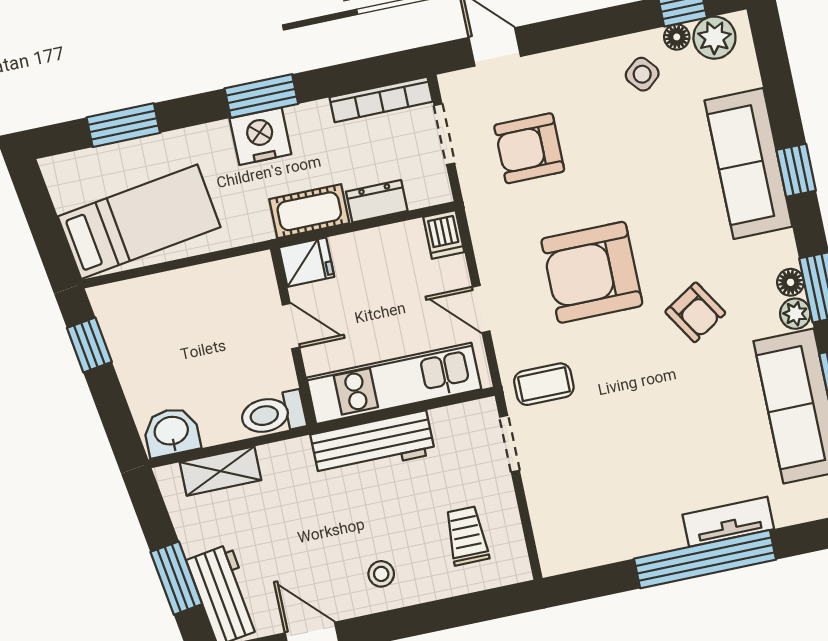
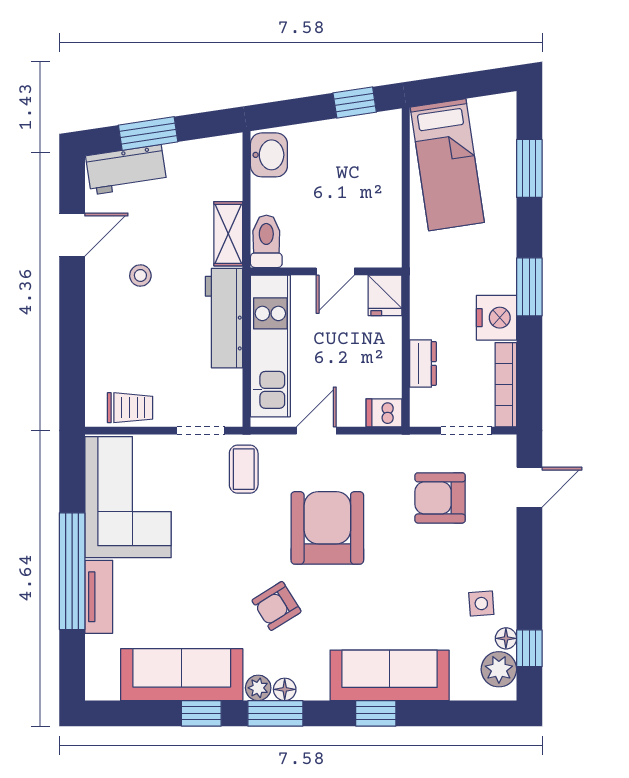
side table: (642, 74) -> (481, 604), turned 36
nightstand: (260, 136) -> (497, 318), moved
armchair: (529, 148) -> (440, 498), turned -90
cot: (309, 211) -> (426, 306), removed
shelving: (221, 471) -> (228, 234), moved
corner sofa: (605, 512) -> (128, 497), added
trolley: (467, 536) -> (130, 408), moved
stool: (381, 574) -> (140, 275), moved

